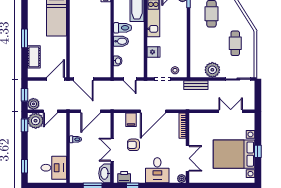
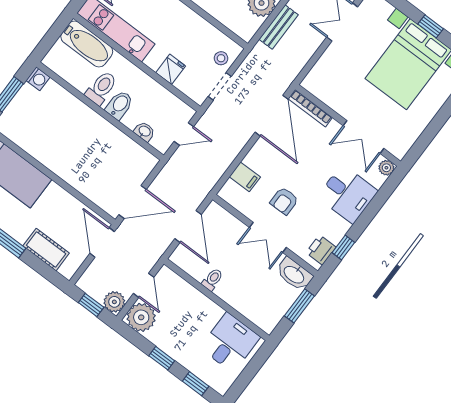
bench: (196, 85) -> (279, 27), moved
door: (153, 111) -> (272, 116), moved
window: (24, 125) -> (162, 358), moved
double door: (187, 158) -> (363, 137), swing flipped

